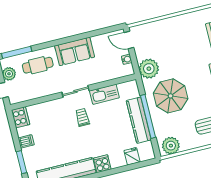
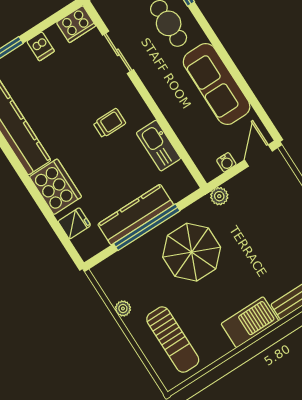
sofa: (75, 51) -> (217, 84), width x1.36
plant: (149, 69) -> (219, 196), width x0.53, depth x0.53
sliding door: (76, 91) -> (118, 52), moved
plant: (171, 146) -> (123, 308), moved, width x0.53, depth x0.53
cooker: (102, 164) -> (55, 187), width x1.87, depth x1.31

